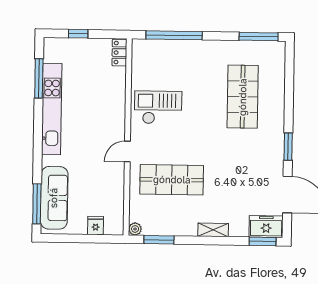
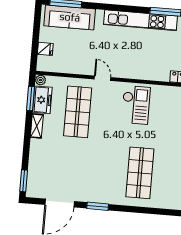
shop shelf: (243, 97) -> (140, 173), turned 90
freezer: (266, 227) -> (42, 100), moved
shelving: (213, 230) -> (37, 126), moved

